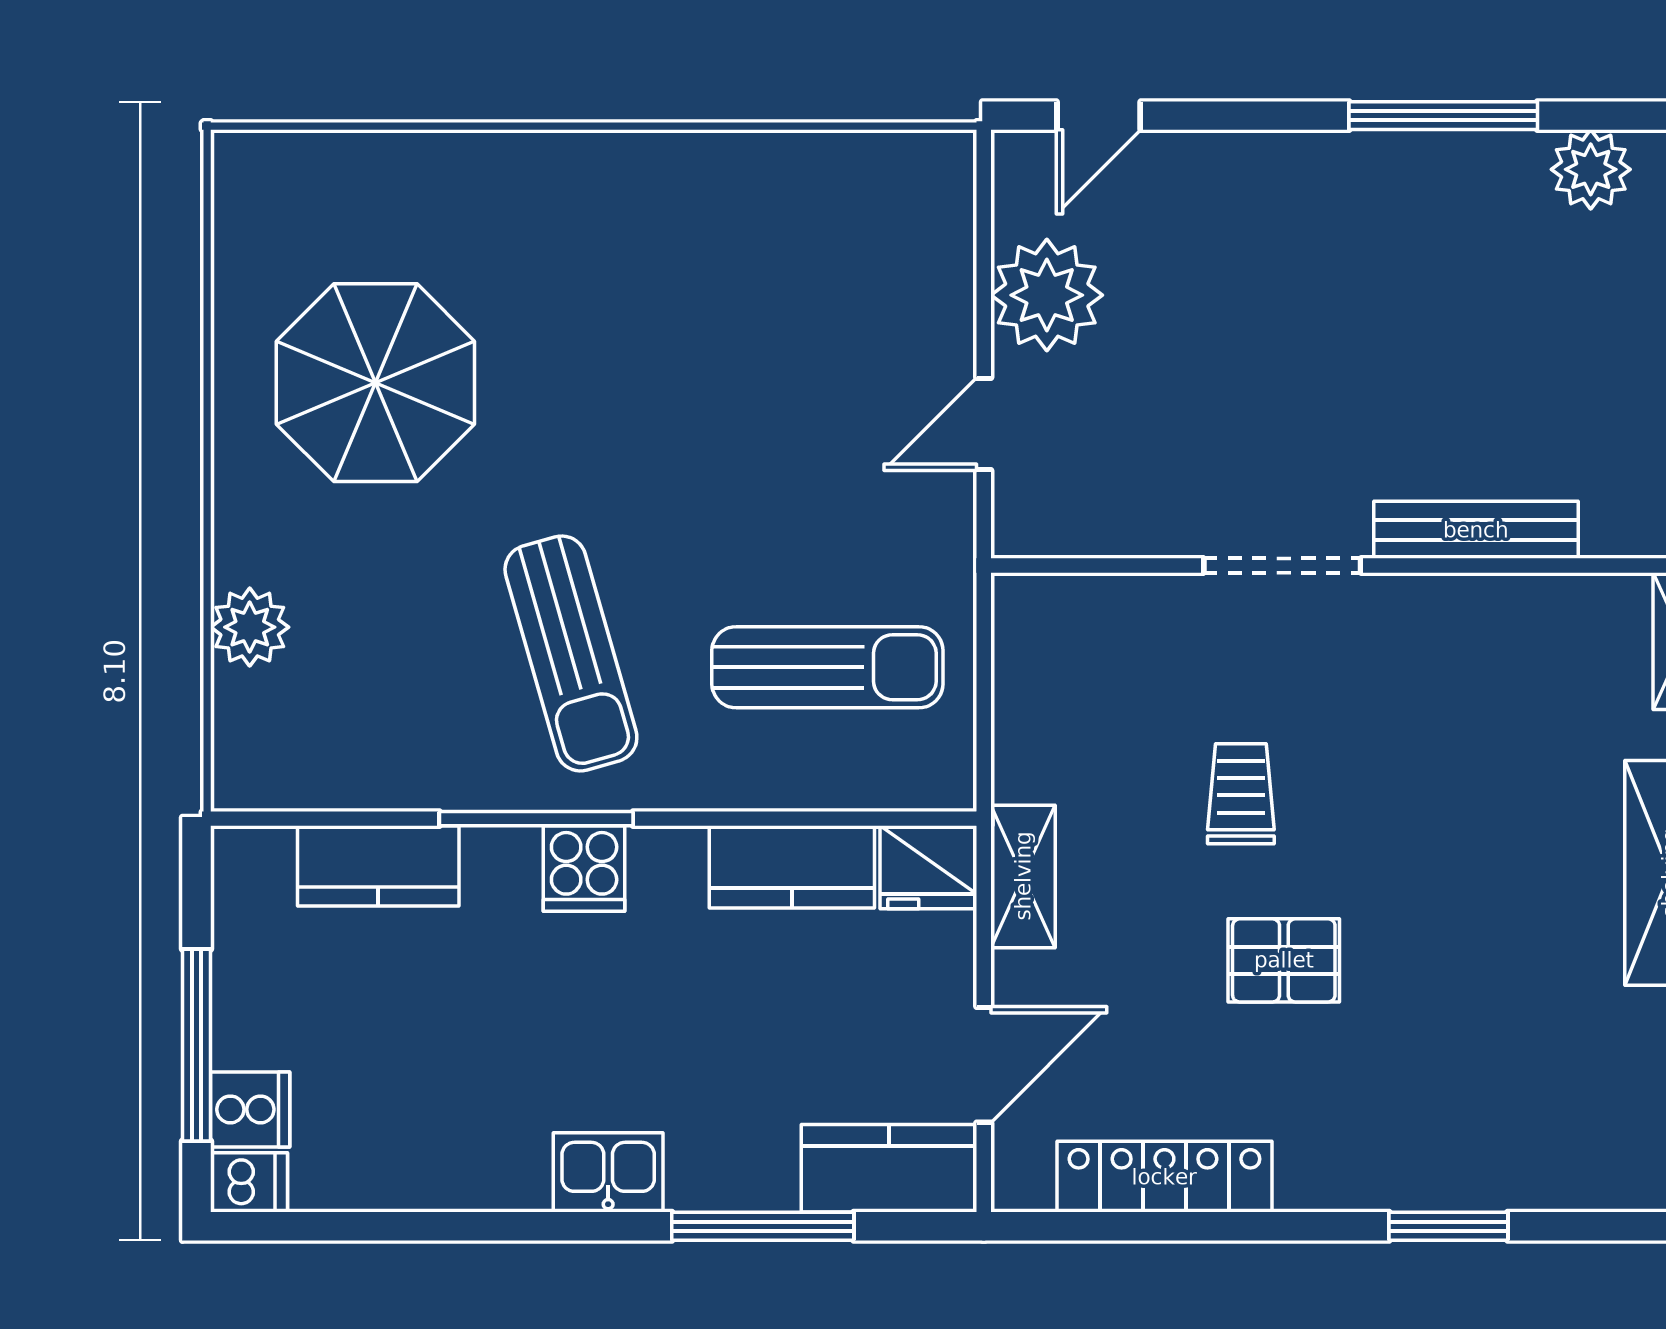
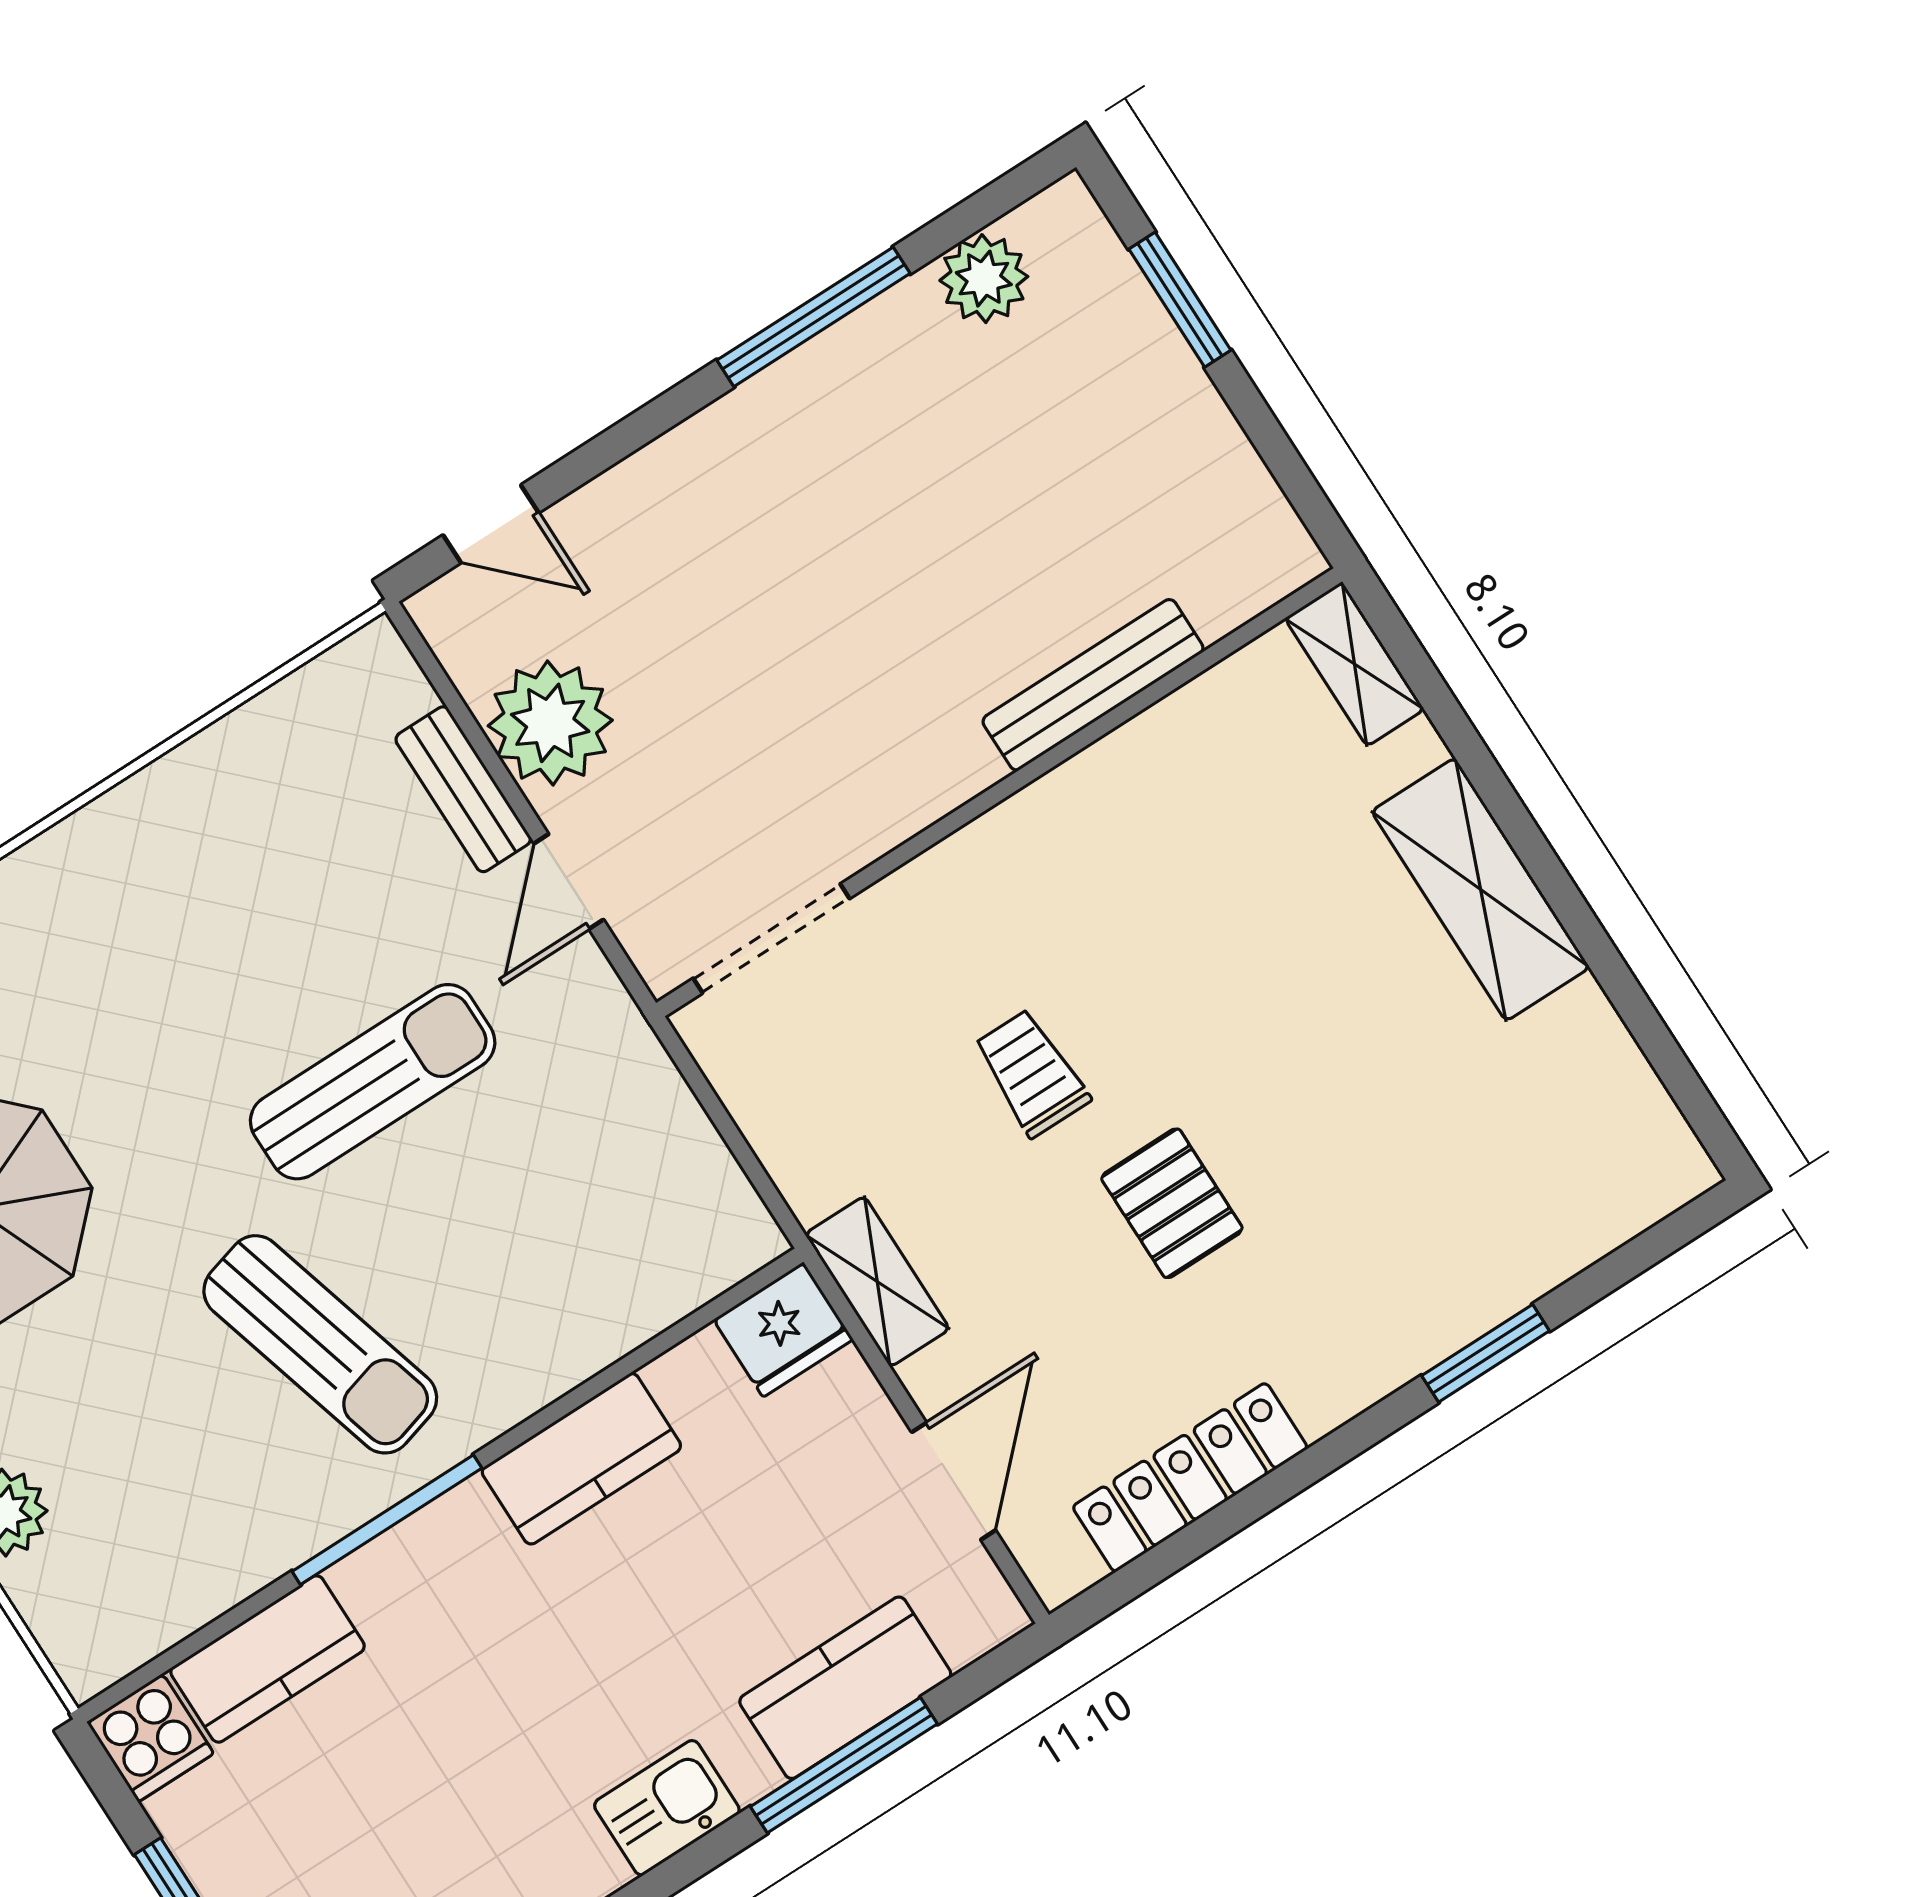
door: (1099, 116) -> (491, 524), hinge flipped
bench: (949, 303) -> (463, 789), added
doorway: (1282, 565) -> (771, 938), moved
sun lounger: (827, 667) -> (373, 1082), moved
kitchen counter: (792, 867) -> (581, 1459), moved
cooker: (584, 868) -> (150, 1738), moved
pallet: (1284, 960) -> (1172, 1203), turned 90
kitchen counter: (889, 1168) -> (845, 1688), moved

